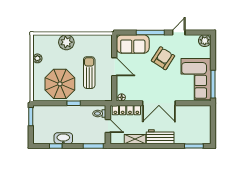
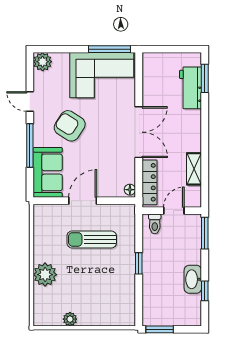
parasol: (60, 84) -> (109, 284), removed
workbench: (160, 137) -> (191, 88), moved

